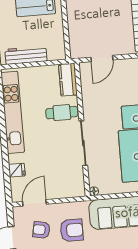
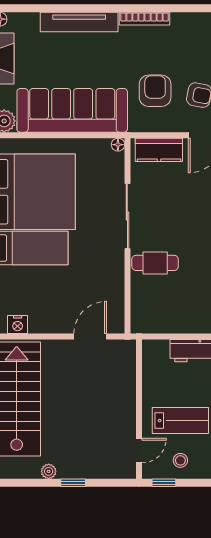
kitchen counter: (68, 80) -> (159, 150), moved, turned 90
armchair: (72, 230) -> (155, 91), turned 90

